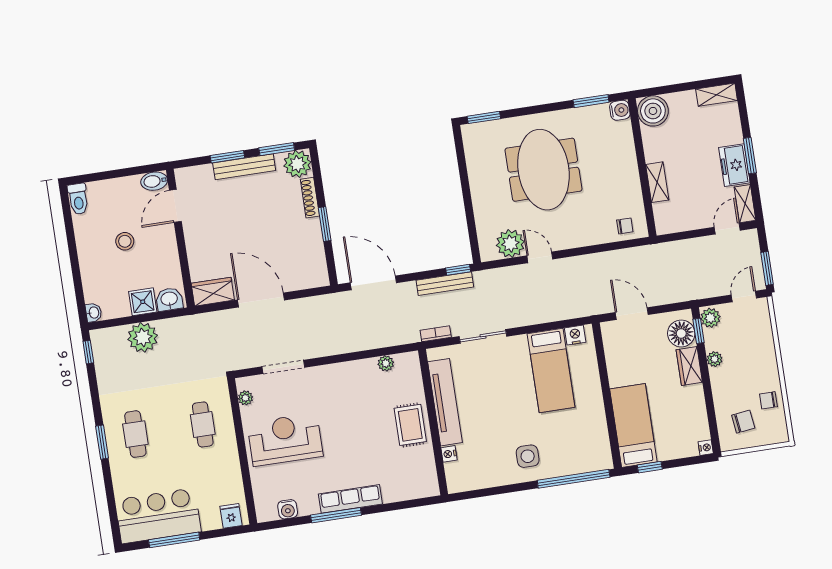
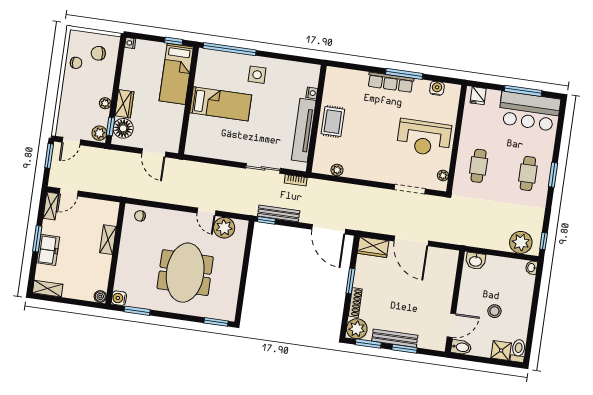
boiler: (653, 111) -> (100, 297), width x0.54, depth x0.54
freezer: (734, 165) -> (48, 250), moved
wardrobe: (213, 292) -> (373, 247), moved
shower: (143, 302) -> (501, 351), moved
nightstand: (575, 335) -> (198, 150), removed
plant: (143, 337) -> (521, 242), moved
bed: (551, 370) -> (221, 104), moved, turned 90

